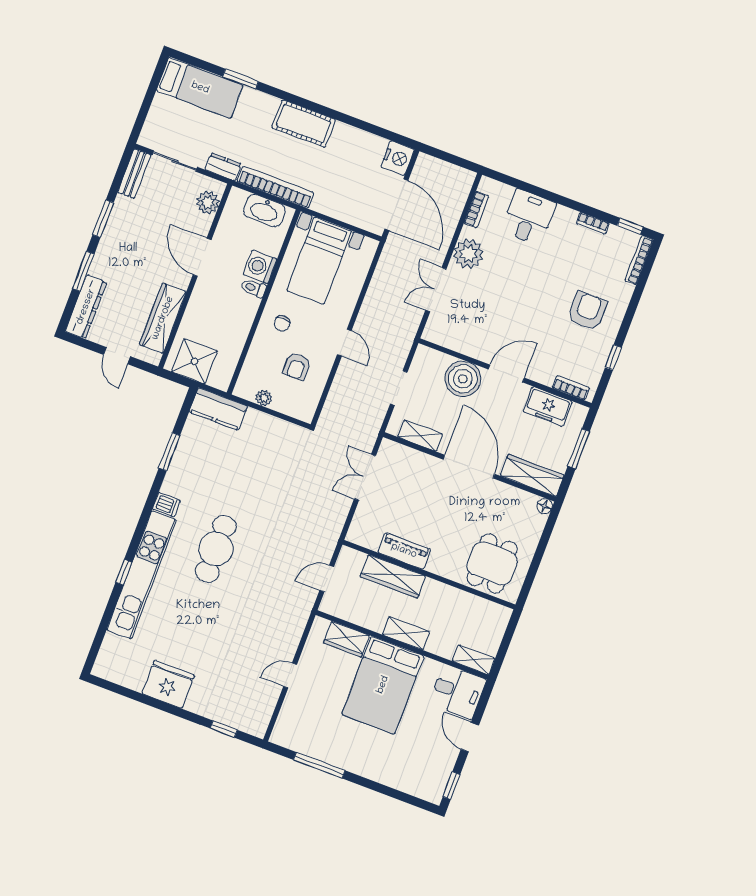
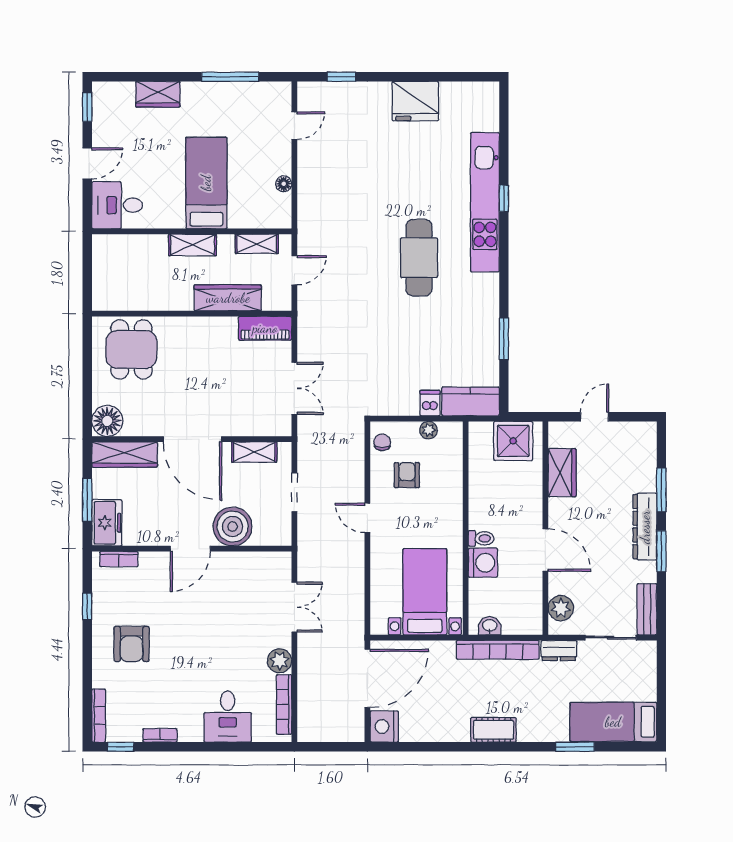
cot: (304, 124) -> (493, 730), width x0.73, depth x0.75
door: (396, 205) -> (367, 678), swing flipped
bookcase: (476, 210) -> (284, 704), width x1.56
washbasin: (264, 211) -> (490, 626), width x0.52, depth x0.69
plant: (468, 254) -> (280, 661), width x0.73, depth x0.73
dresser: (86, 307) -> (645, 527), moved
wardrobe: (163, 318) -> (562, 473), width x0.67
chair: (282, 323) -> (382, 442), moved
door: (117, 356) -> (595, 417), hinge flipped
freezer: (548, 407) -> (107, 523), moved, turned 90
dishwasher: (166, 505) -> (430, 403), moved, turned 90
floor lamp: (545, 506) -> (107, 421), width x1.89, depth x1.89
piano: (404, 551) -> (265, 328), moved
wardrobe: (346, 639) -> (158, 94), moved, turned 180
floor lamp: (308, 656) -> (284, 184), added
shelving: (474, 660) -> (257, 244), moved
door: (290, 675) -> (294, 126), moved
bed: (383, 685) -> (206, 183), width x0.67
door: (470, 737) -> (87, 163), hinge flipped

